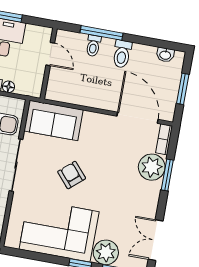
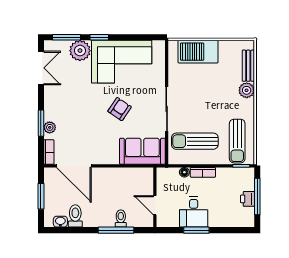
toilet: (122, 54) -> (75, 216), moved
plant: (152, 167) -> (50, 127), width x0.53, depth x0.53
armchair: (72, 175) -> (120, 109), turned -105

